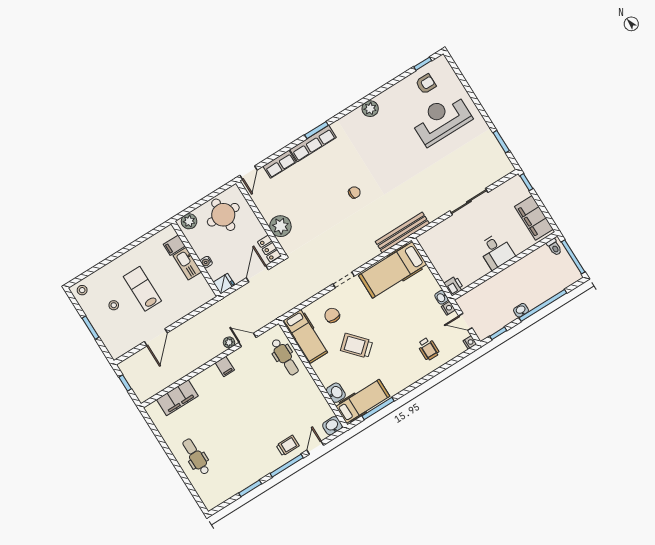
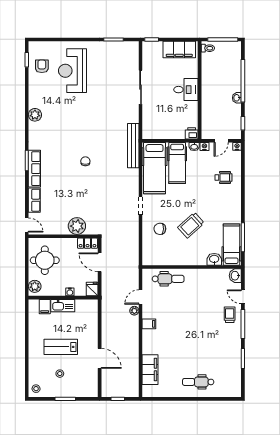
hospital bed: (305, 336) -> (177, 163), moved, turned 90

